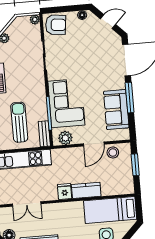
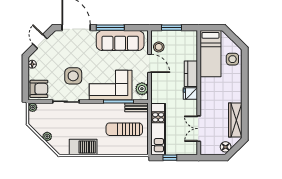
armchair: (56, 25) -> (39, 89), turned 84
side table: (73, 61) -> (73, 76), added
sofa: (116, 110) -> (120, 41), width x1.36
double door: (27, 204) -> (199, 129), swing flipped

